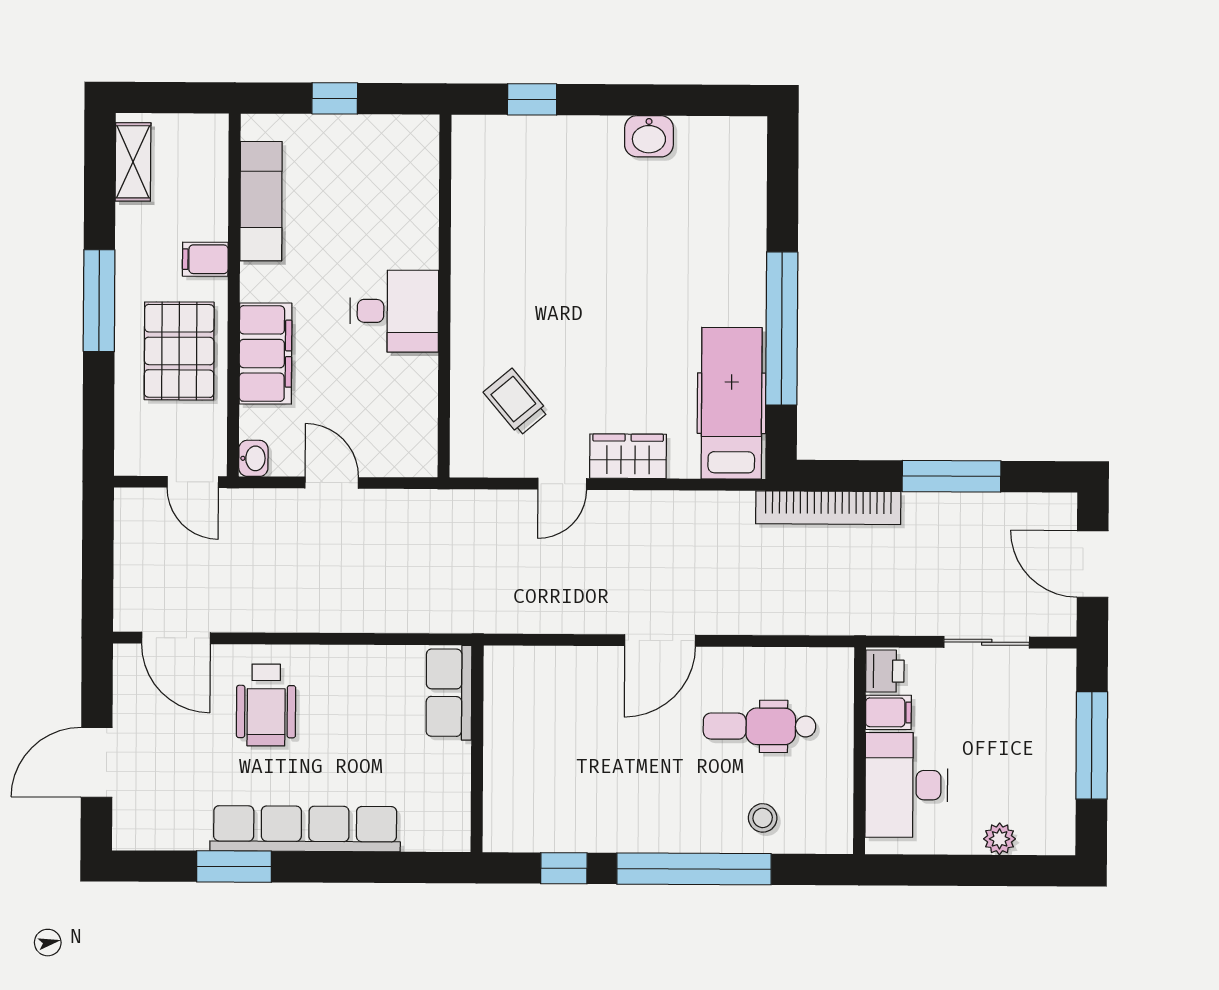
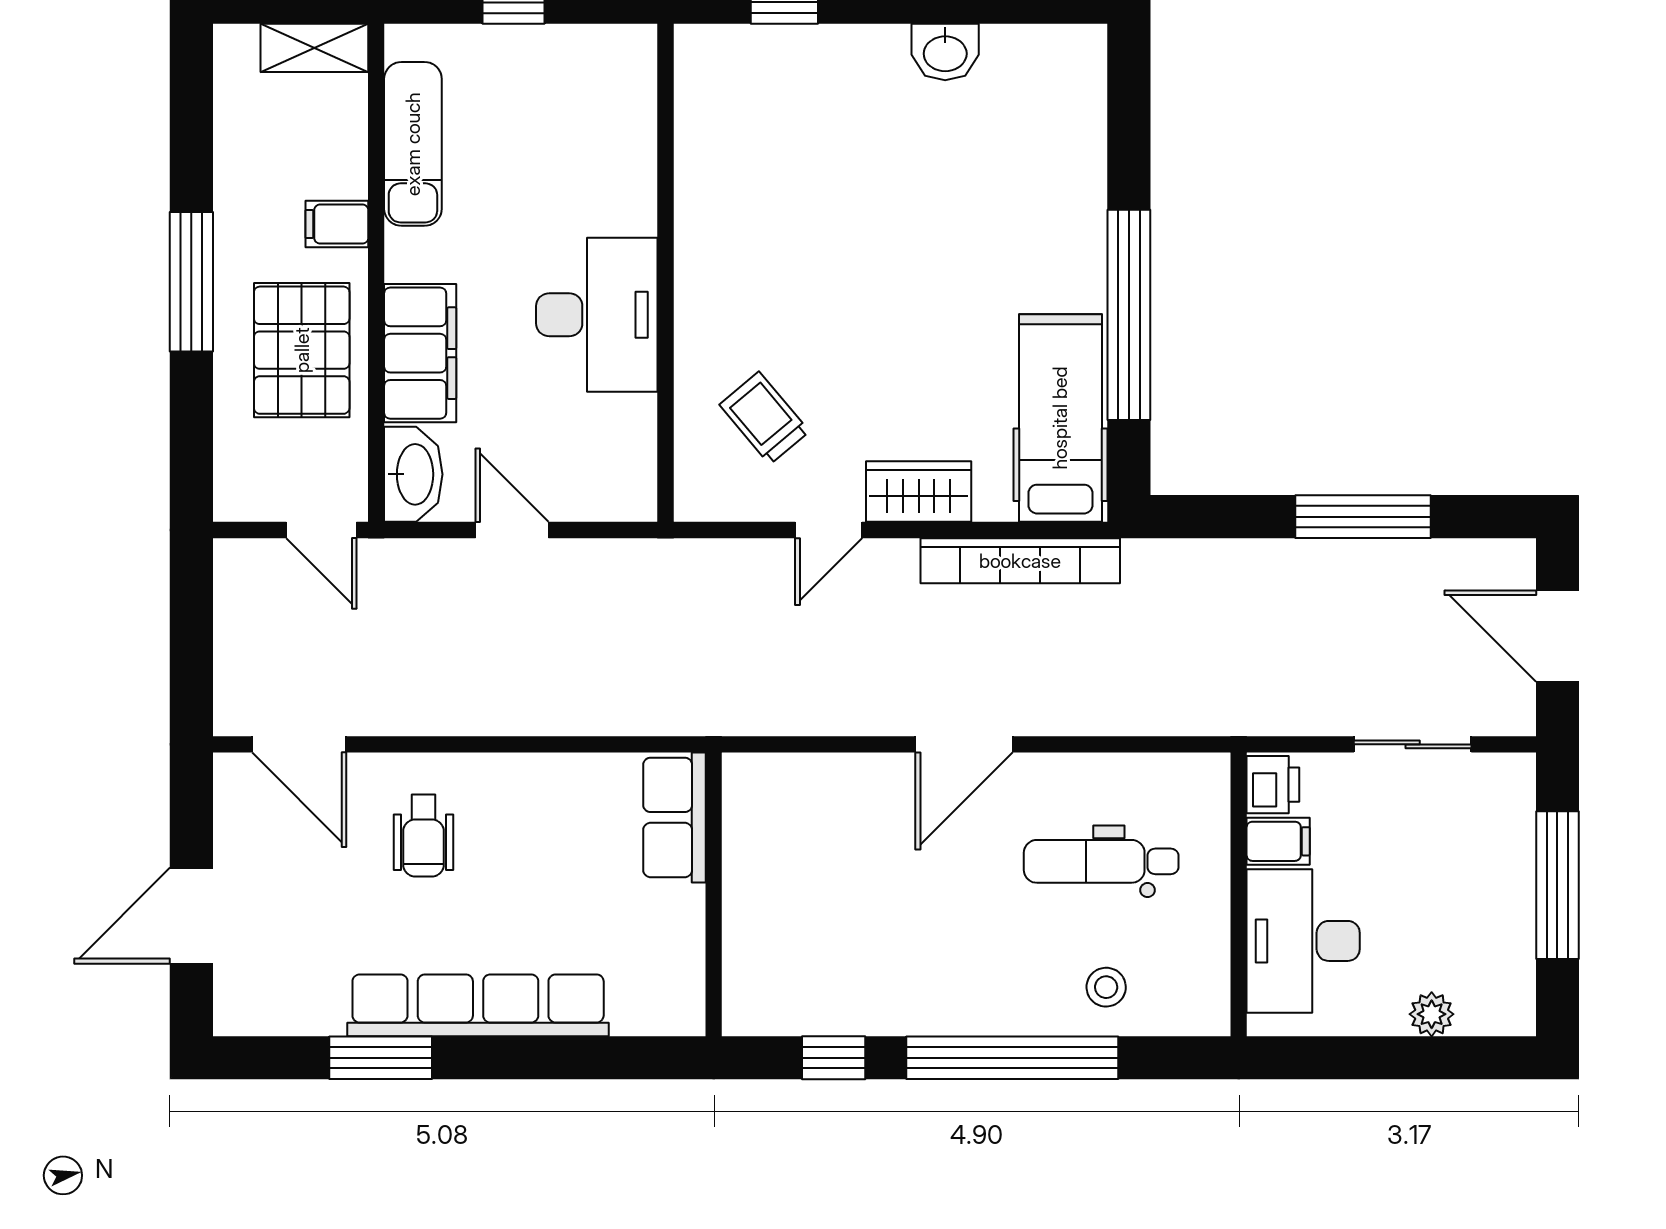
shelving: (133, 162) -> (314, 48), moved, turned 90
desk: (394, 311) -> (597, 315), width x1.37
washbasin: (253, 458) -> (413, 474), width x1.91, depth x1.45
bookcase: (828, 508) -> (1020, 561), moved
wheelchair: (266, 705) -> (424, 836), width x0.73, depth x0.73

